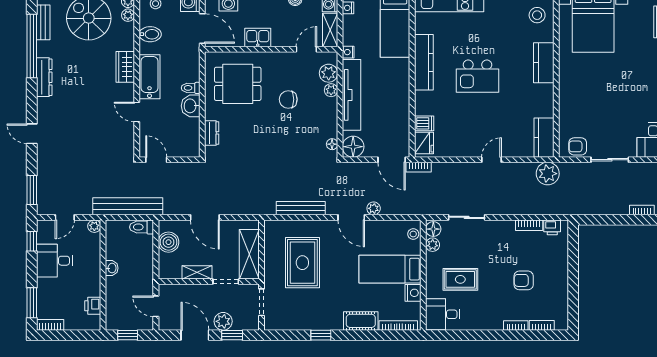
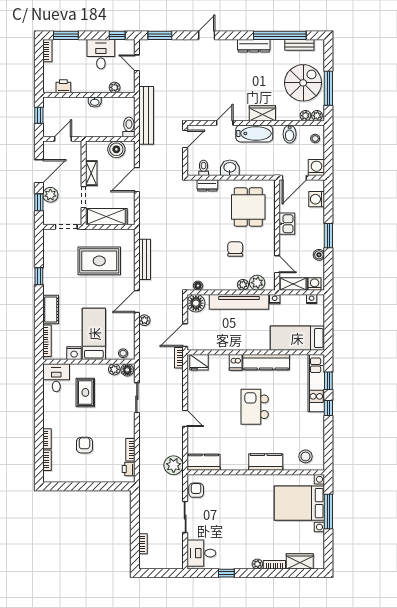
toilet: (191, 88) -> (204, 168), moved
dishwasher: (424, 123) -> (236, 362), moved
plant: (94, 226) -> (115, 87), moved

